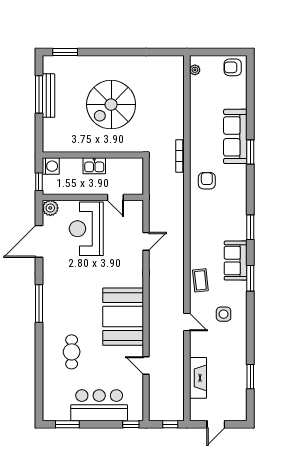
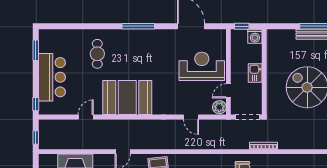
doorway: (146, 175) -> (247, 117), added
plant: (50, 208) -> (219, 107), moved
cafe table: (72, 352) -> (97, 54), turned 90

